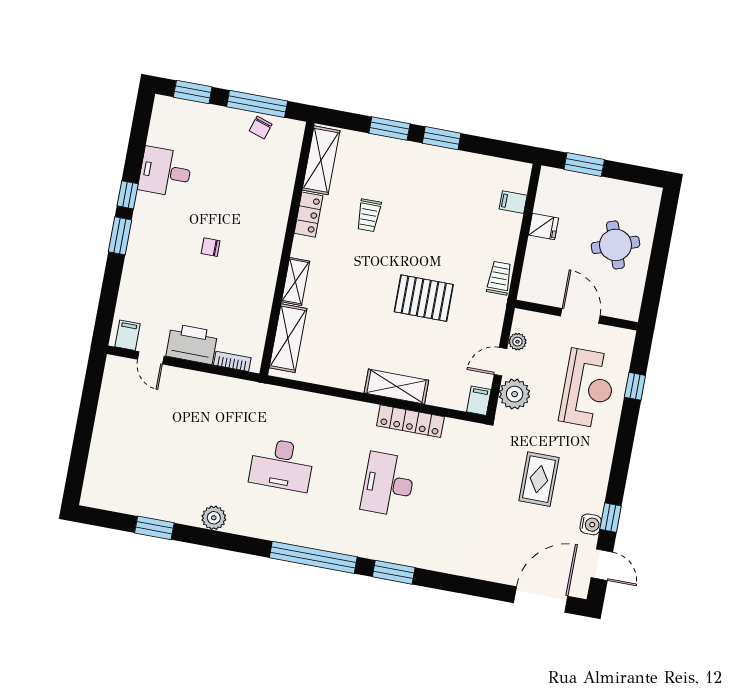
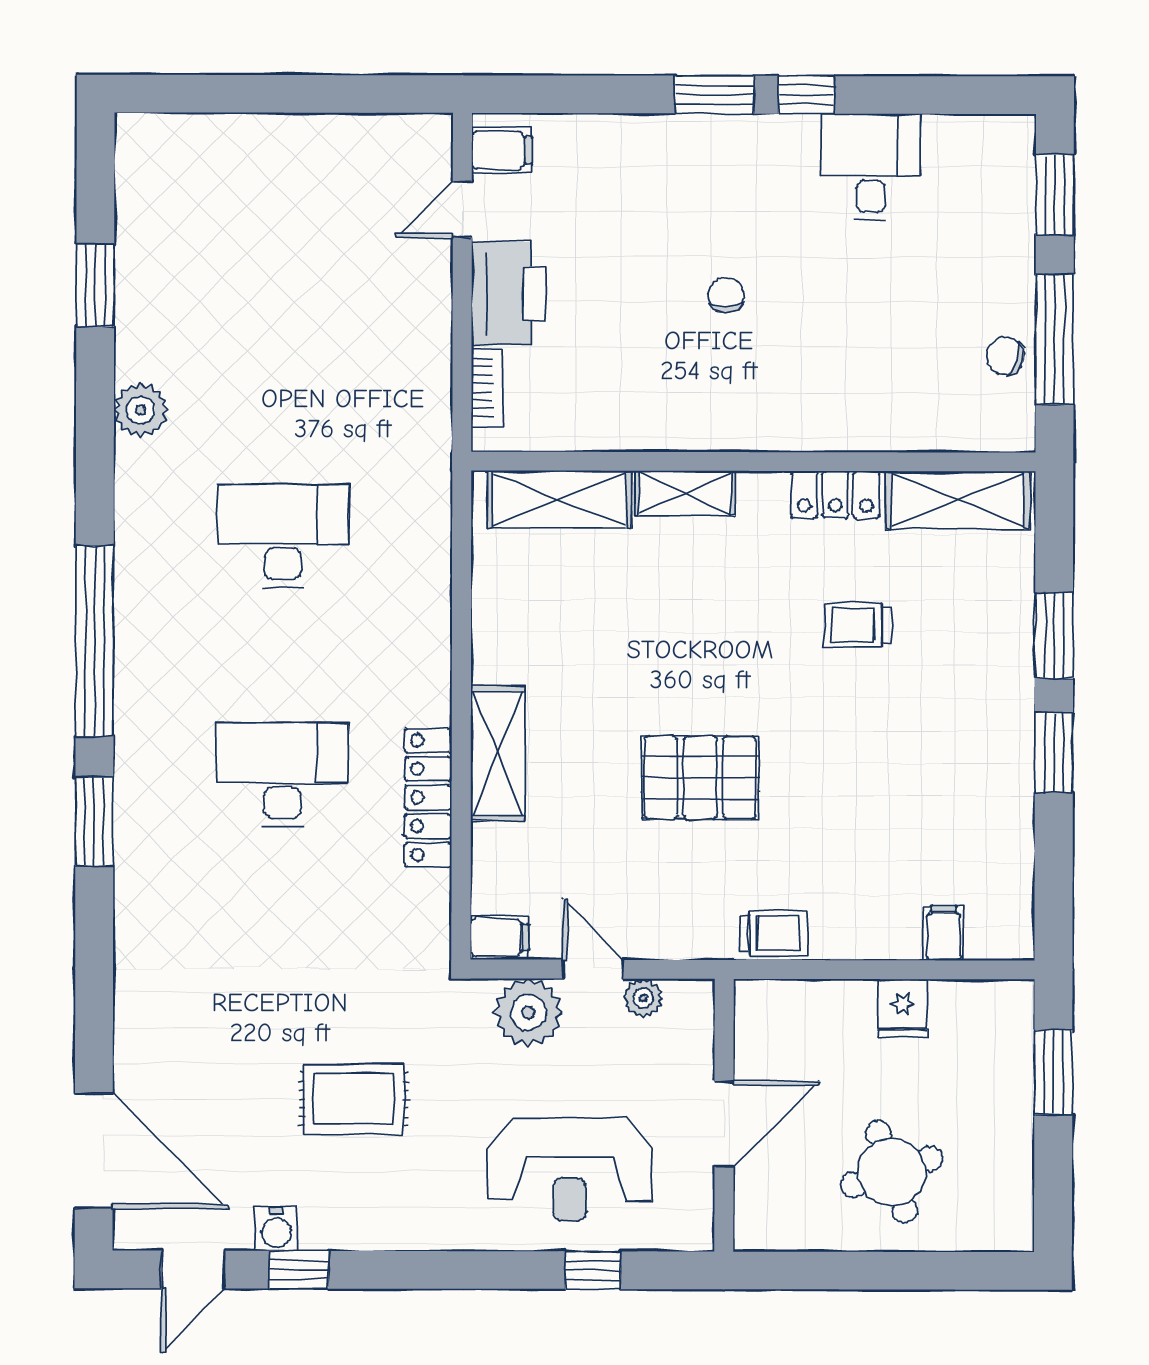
pallet: (424, 298) -> (700, 778), turned 90
desk: (282, 465) -> (283, 536), turned 90

